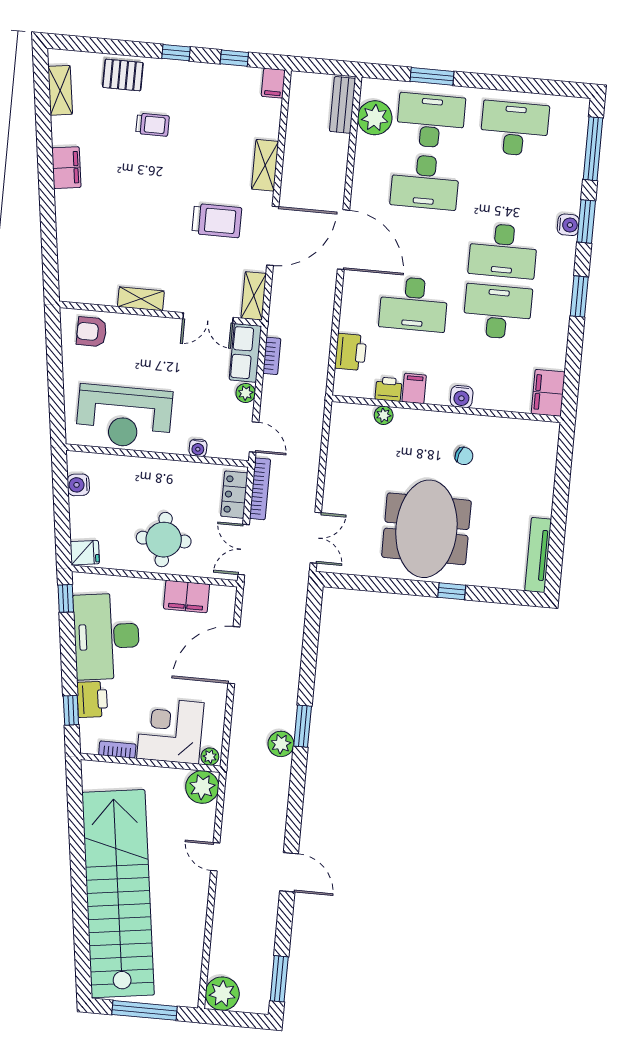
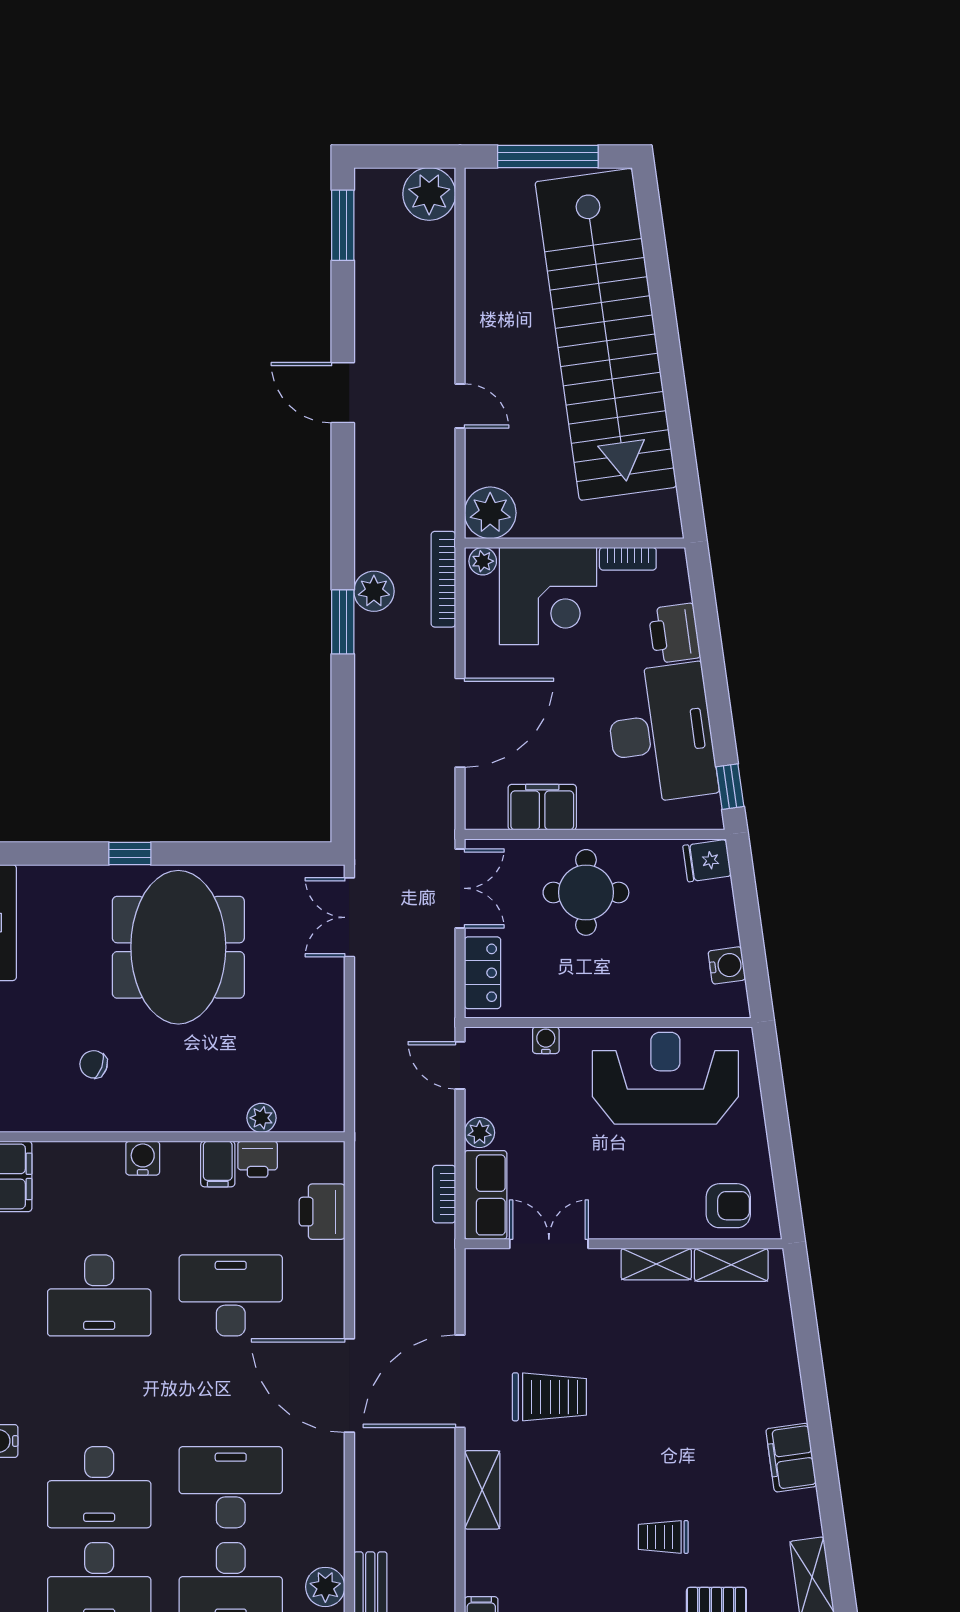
plant: (375, 118) -> (325, 1587), width x0.73, depth x0.73
trolley: (217, 221) -> (549, 1397), turned 180
desk: (503, 251) -> (99, 1487), moved, turned 180
shelving: (254, 296) -> (731, 1265), moved, turned 90
chair: (464, 456) -> (94, 1064), moved
bookcase: (260, 489) -> (443, 579), moved
window: (71, 710) -> (706, 613), removed

